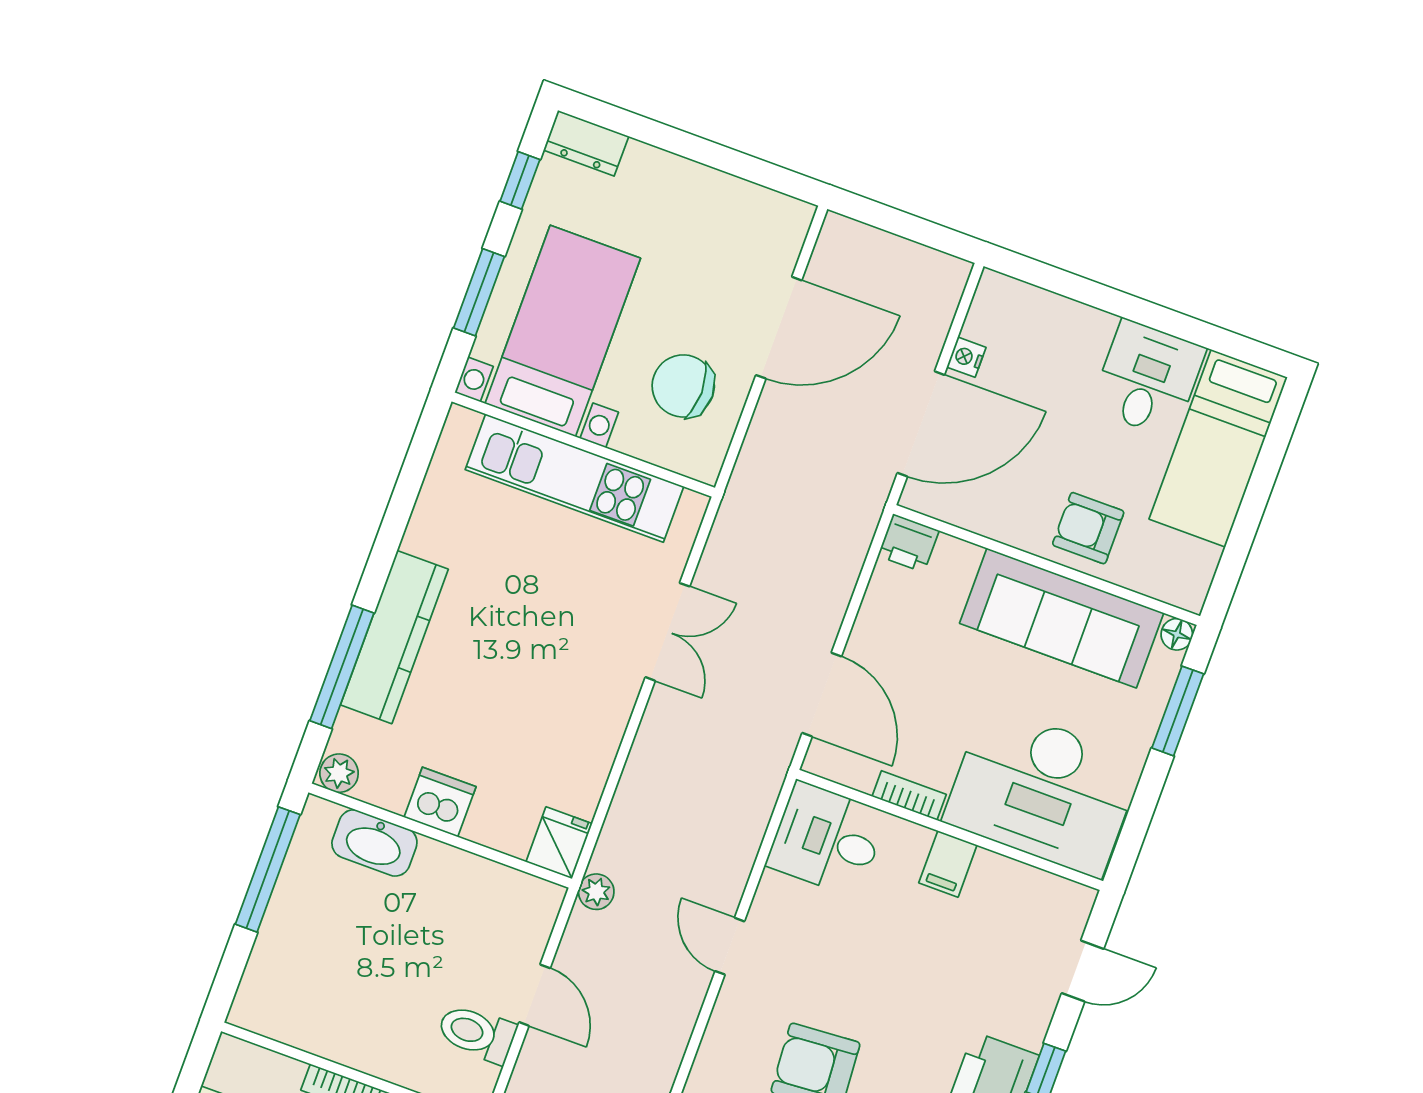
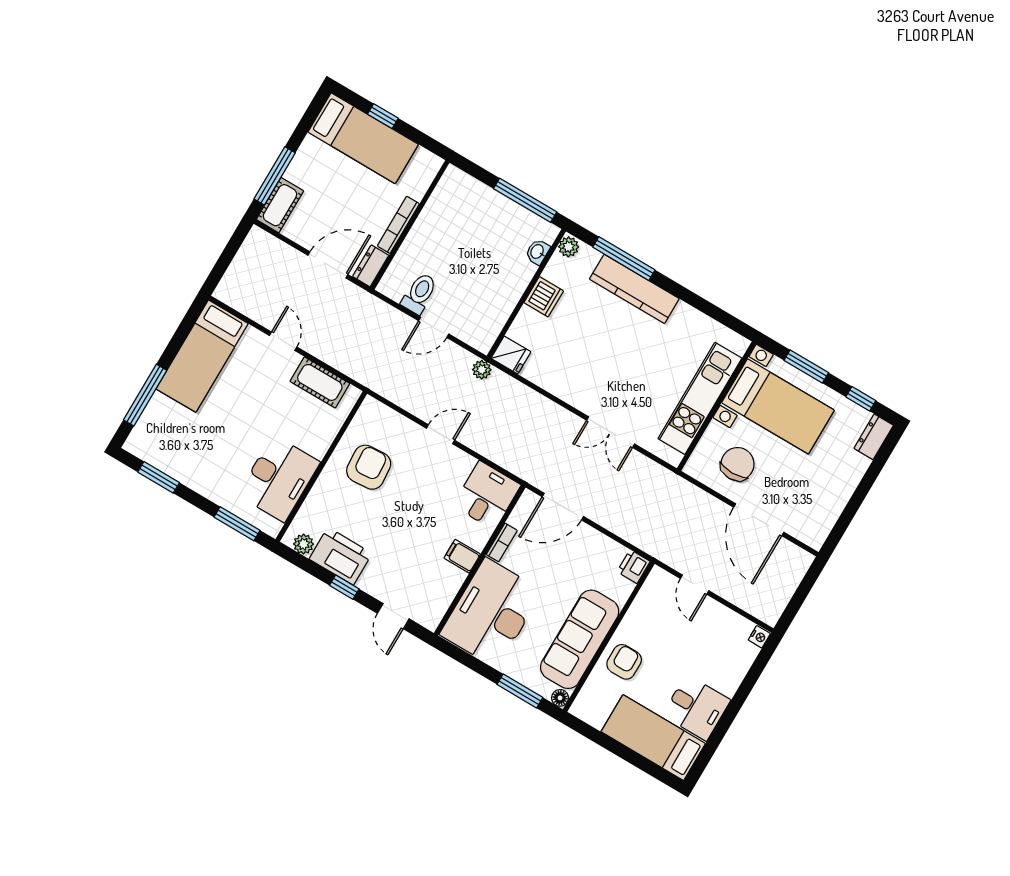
nightstand: (966, 357) -> (759, 637), moved, turned 90
door: (921, 424) -> (695, 585), width x0.53
washbasin: (374, 843) -> (537, 252), width x0.52, depth x0.69

